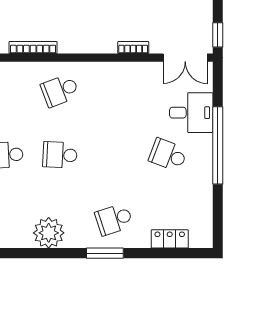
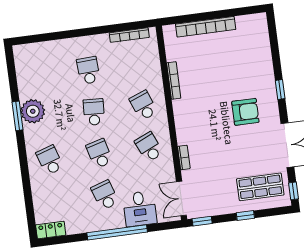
school desk: (114, 90) -> (149, 147), added
school desk: (114, 155) -> (99, 154), added
school desk: (168, 155) -> (105, 195), turned -39
locker: (170, 239) -> (51, 230), moved, turned -90
window: (105, 253) -> (17, 116), moved

